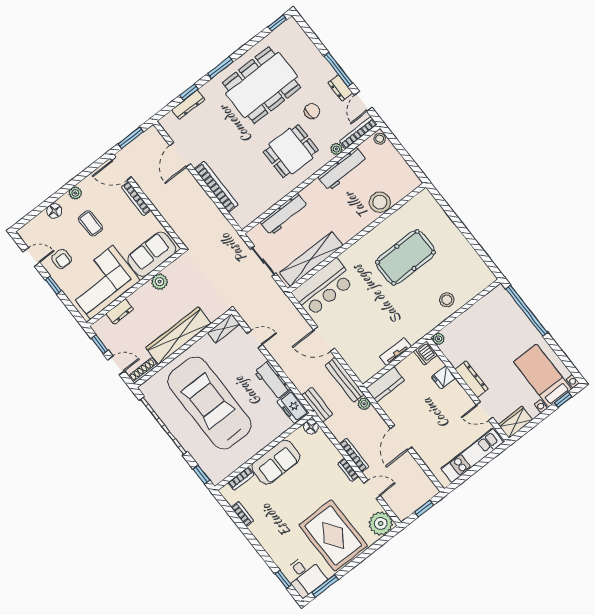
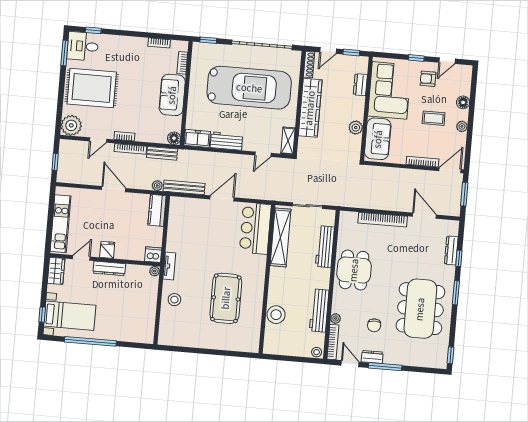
dining table: (291, 151) -> (354, 270), moved
window: (527, 311) -> (90, 341), moved
tv unit: (395, 352) -> (169, 266), moved
fridge: (443, 377) -> (107, 250), moved
bench: (317, 405) -> (162, 153), moved

